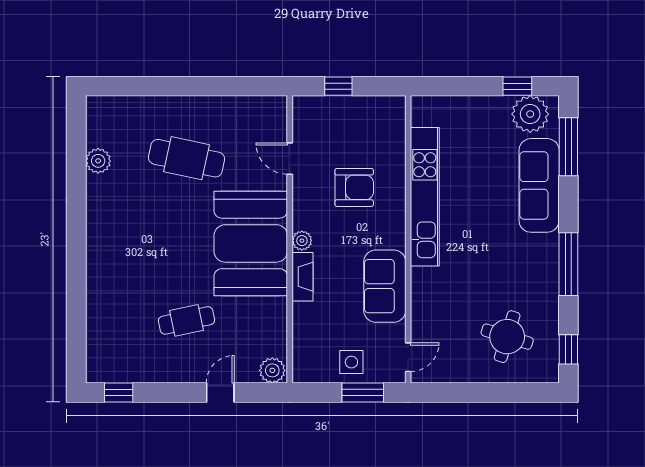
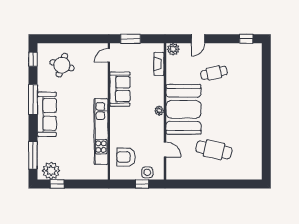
plant: (98, 161) -> (256, 149), removed
sofa: (539, 185) -> (47, 114), moved
armchair: (354, 187) -> (126, 157), moved
fireplace: (303, 277) -> (159, 64), moved
side table: (351, 362) -> (147, 172), moved

